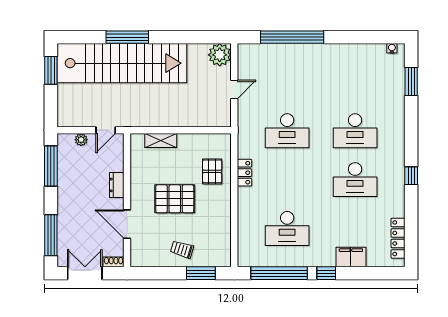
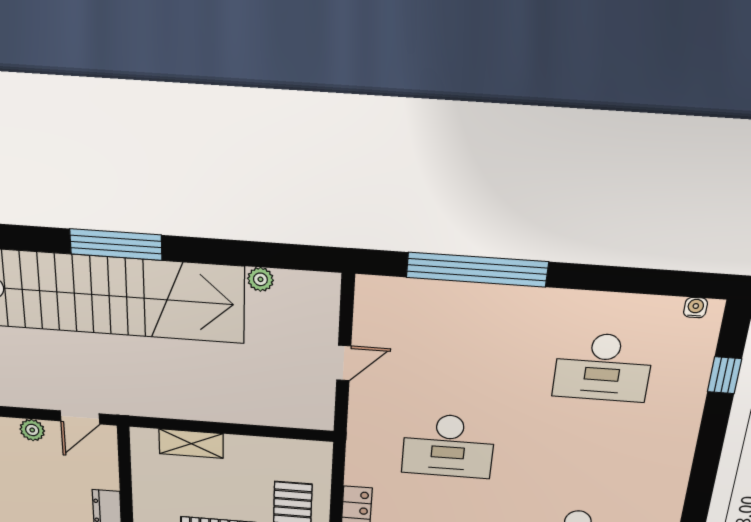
plant: (220, 55) -> (260, 279), moved, width x0.53, depth x0.53
window: (411, 81) -> (725, 375), width x0.67
desk: (355, 131) -> (603, 367), moved

